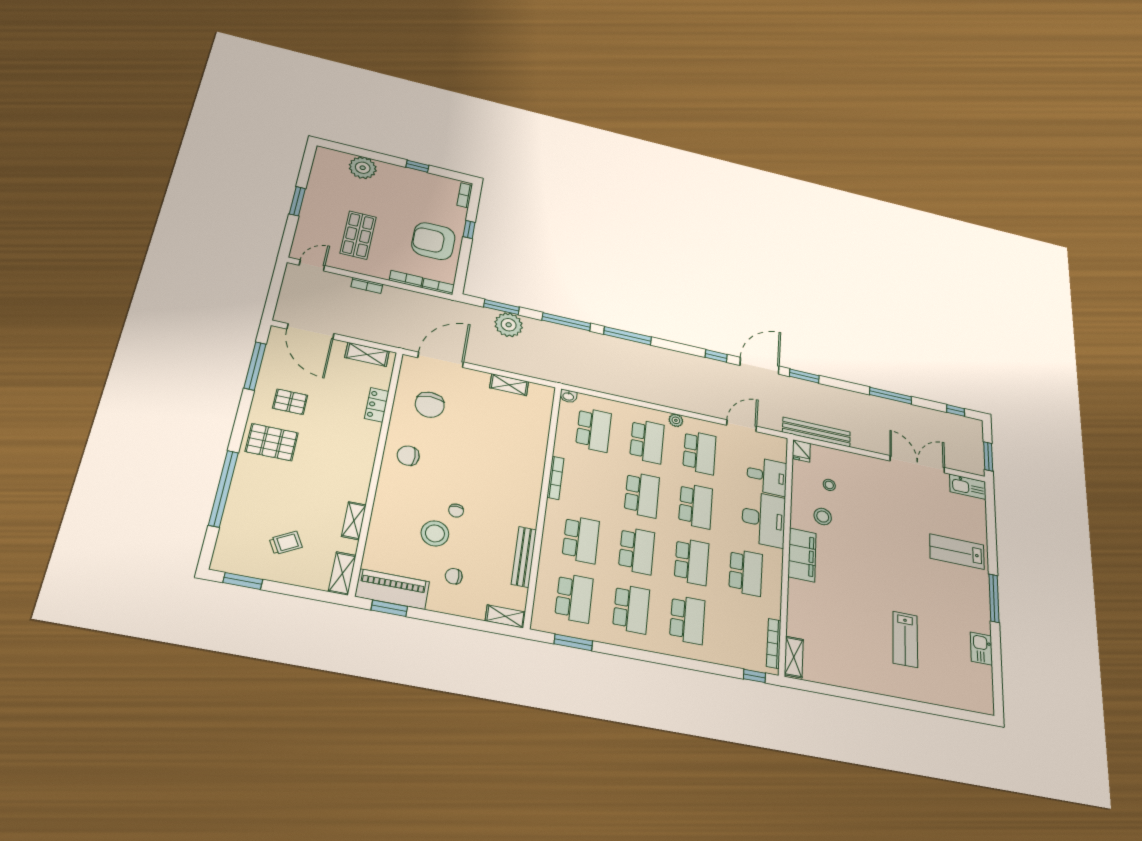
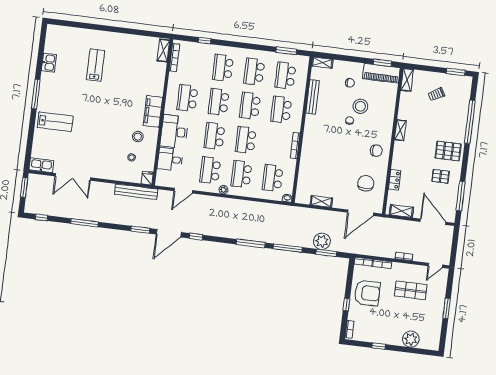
shop shelf: (358, 235) -> (411, 290), turned 90
shelving: (354, 521) -> (400, 130), moved
window: (754, 676) -> (205, 41), moved

